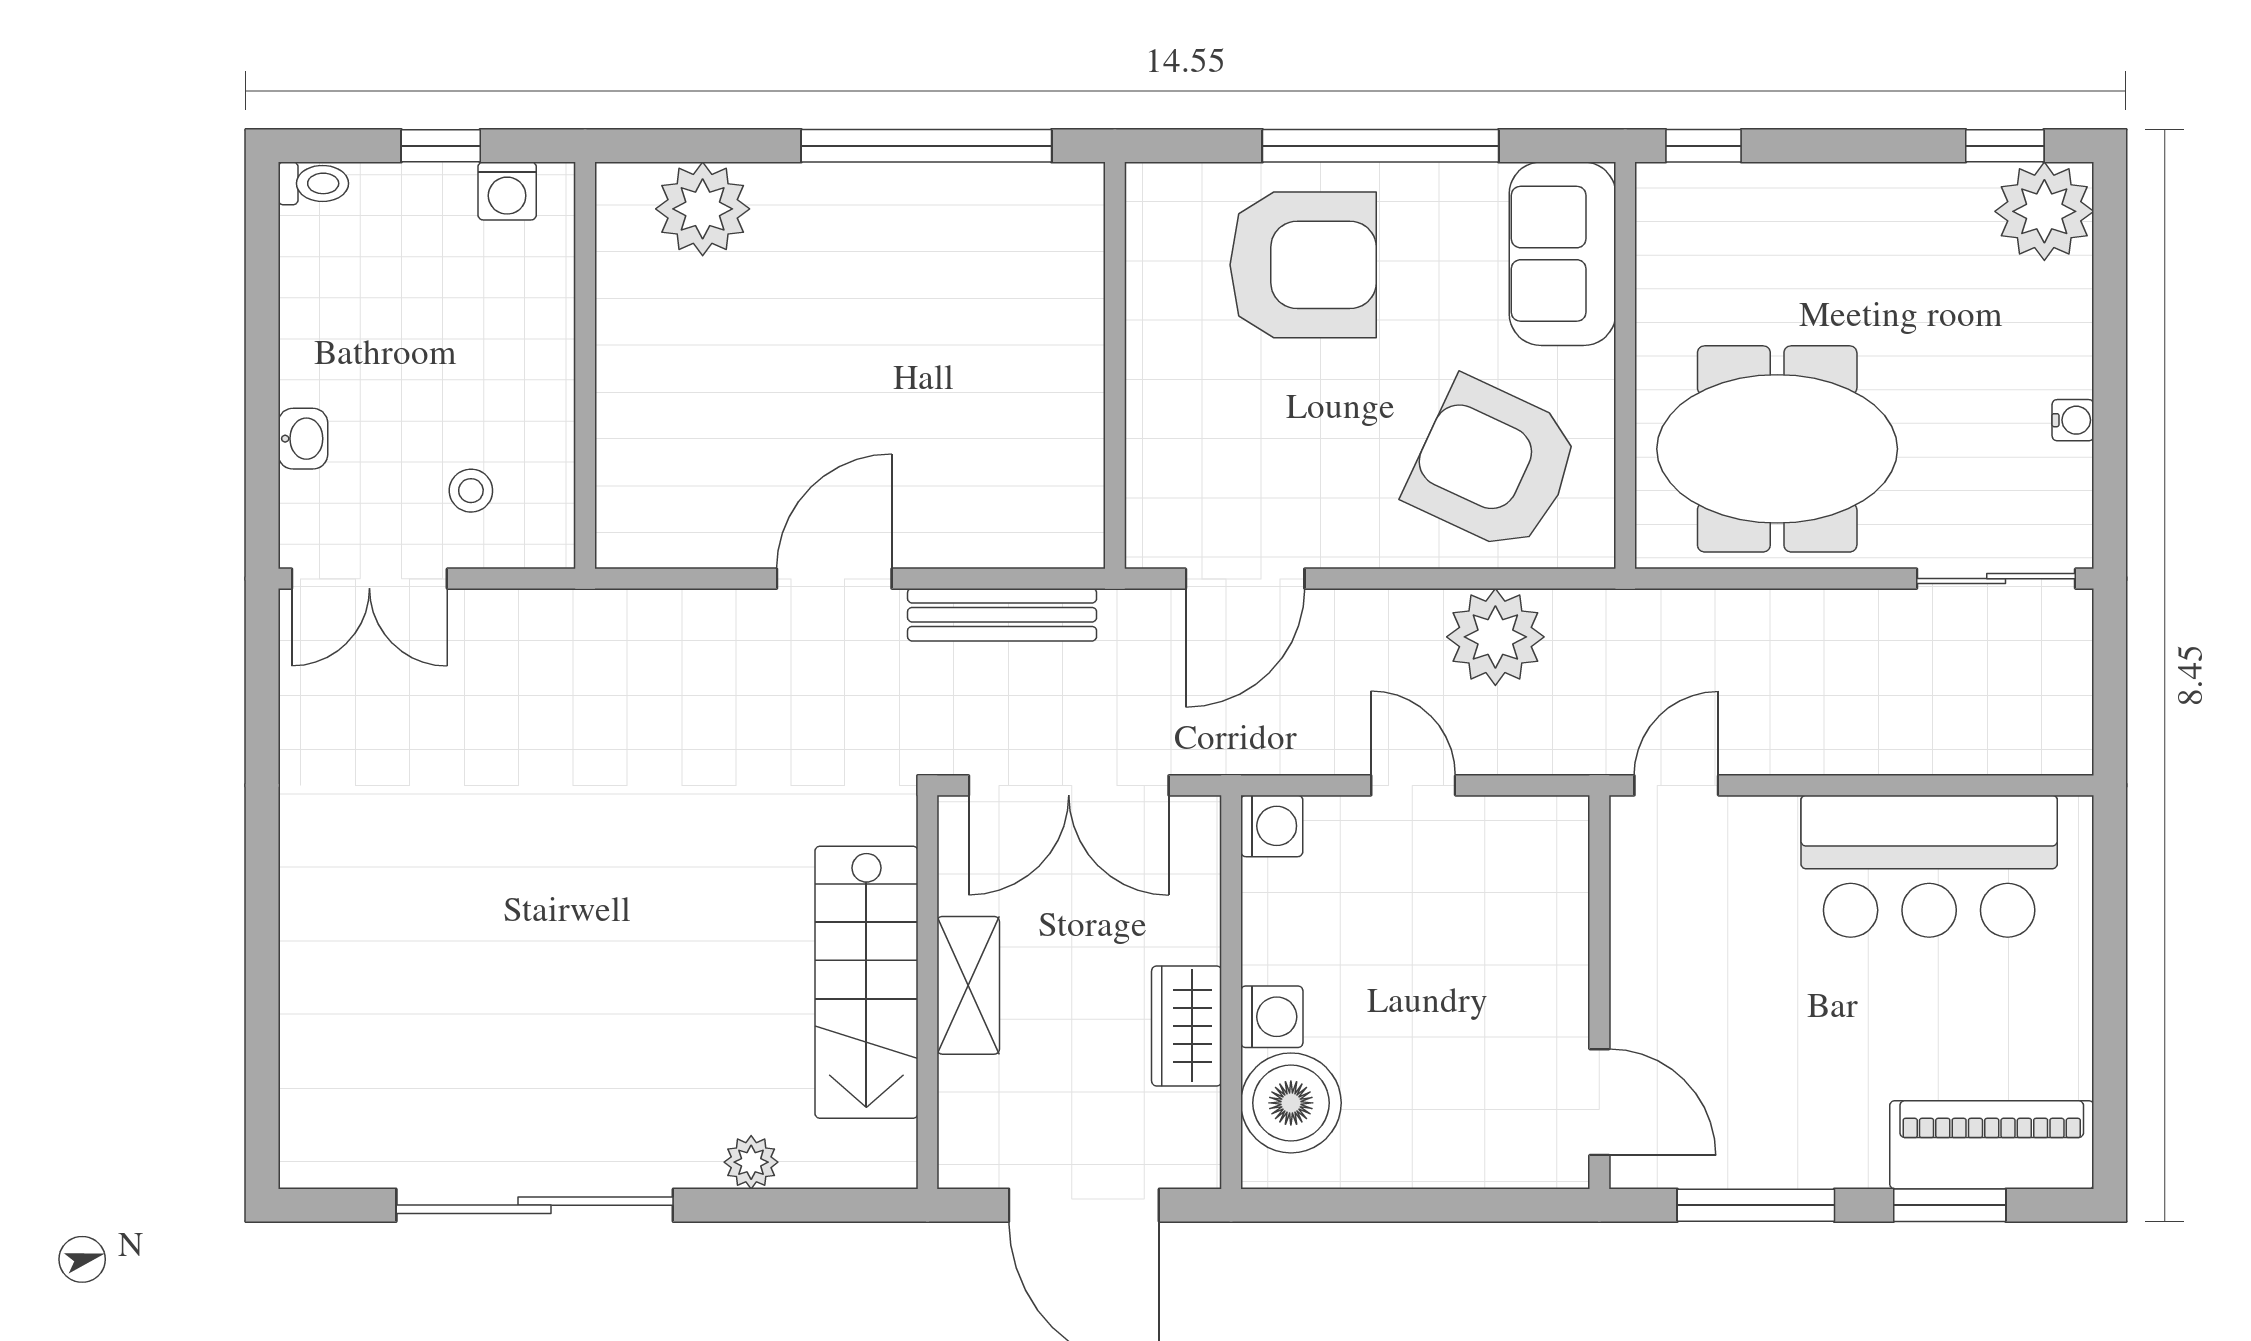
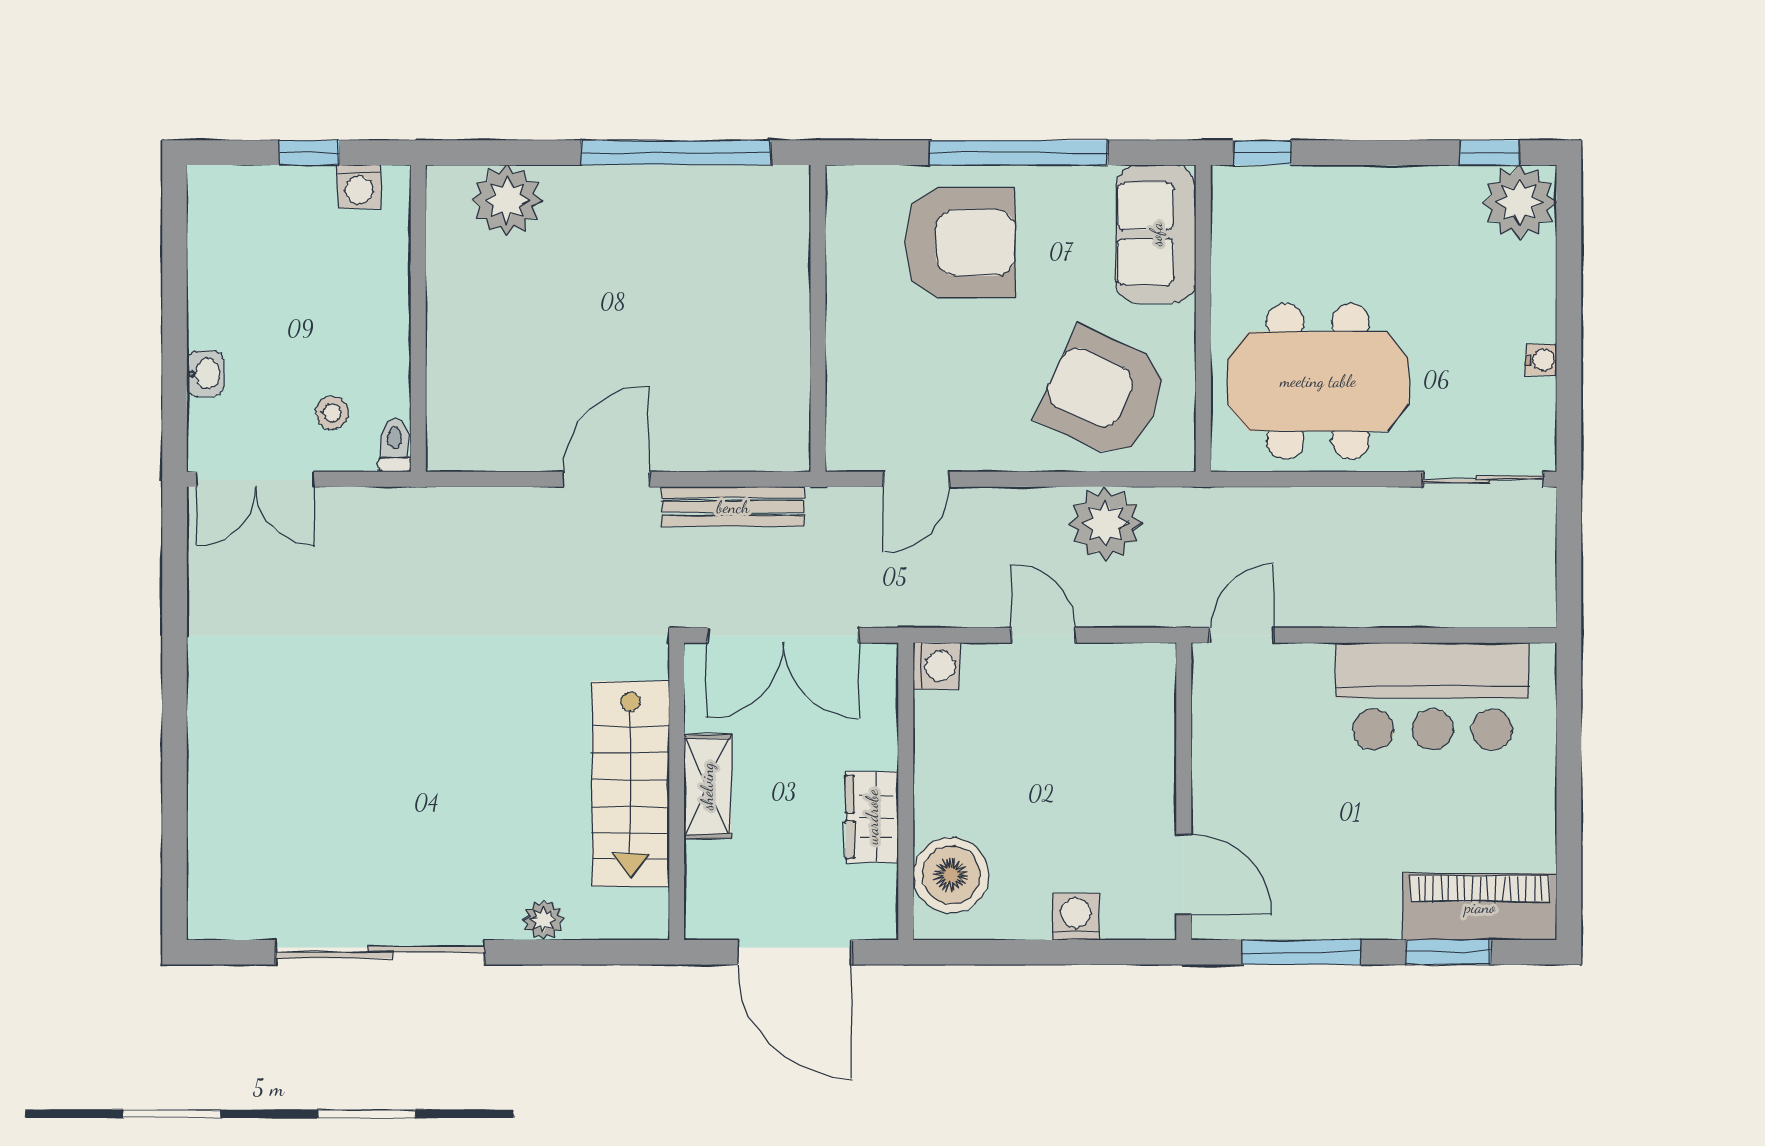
toilet: (313, 183) -> (395, 445), moved, turned -90
door: (1245, 579) -> (916, 479), width x0.73
washing machine: (1272, 1017) -> (1076, 917), moved, turned -90

